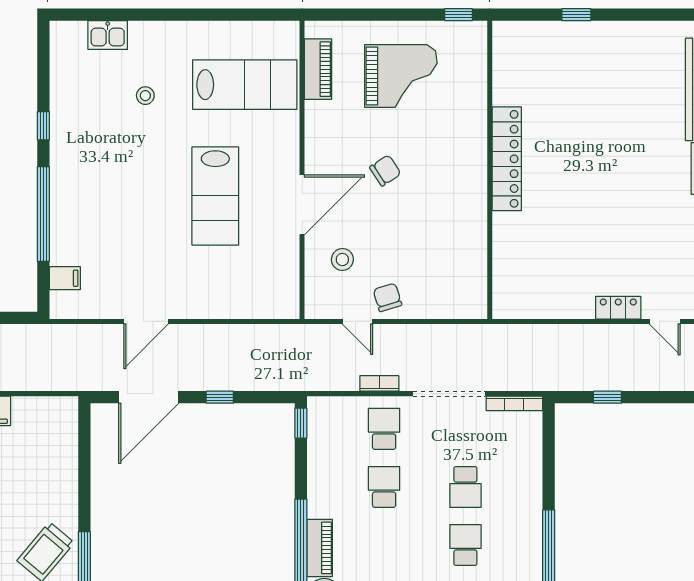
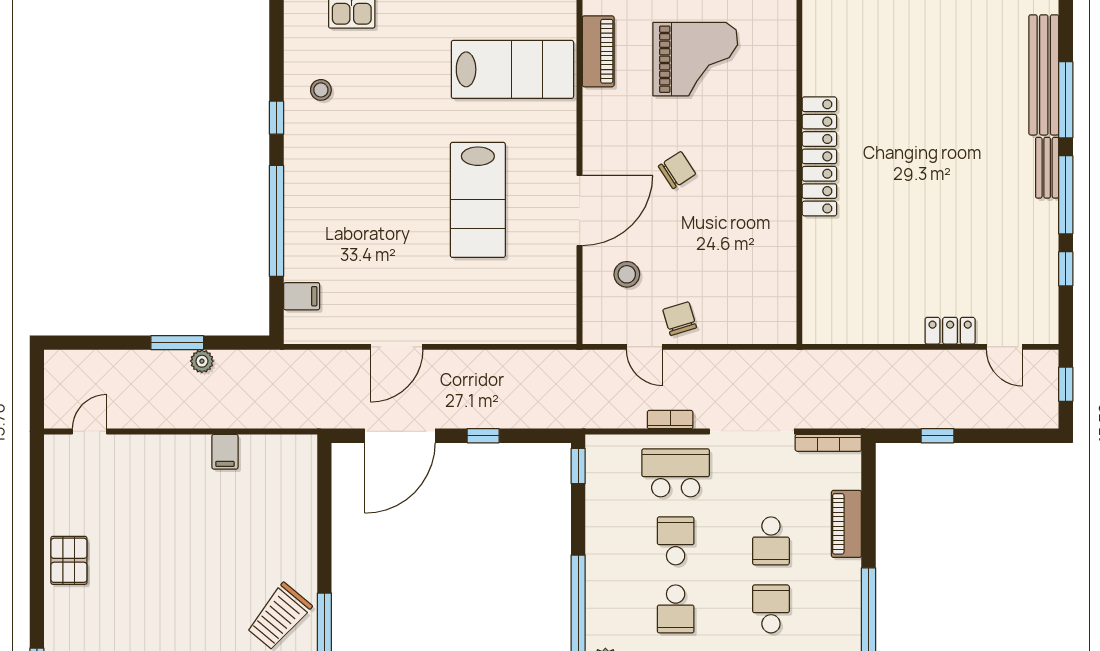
stool: (145, 96) -> (321, 90), moved
school desk: (384, 429) -> (676, 473), width x1.85
school desk: (384, 545) -> (676, 609), added
piano: (320, 548) -> (846, 524), moved, turned 180

